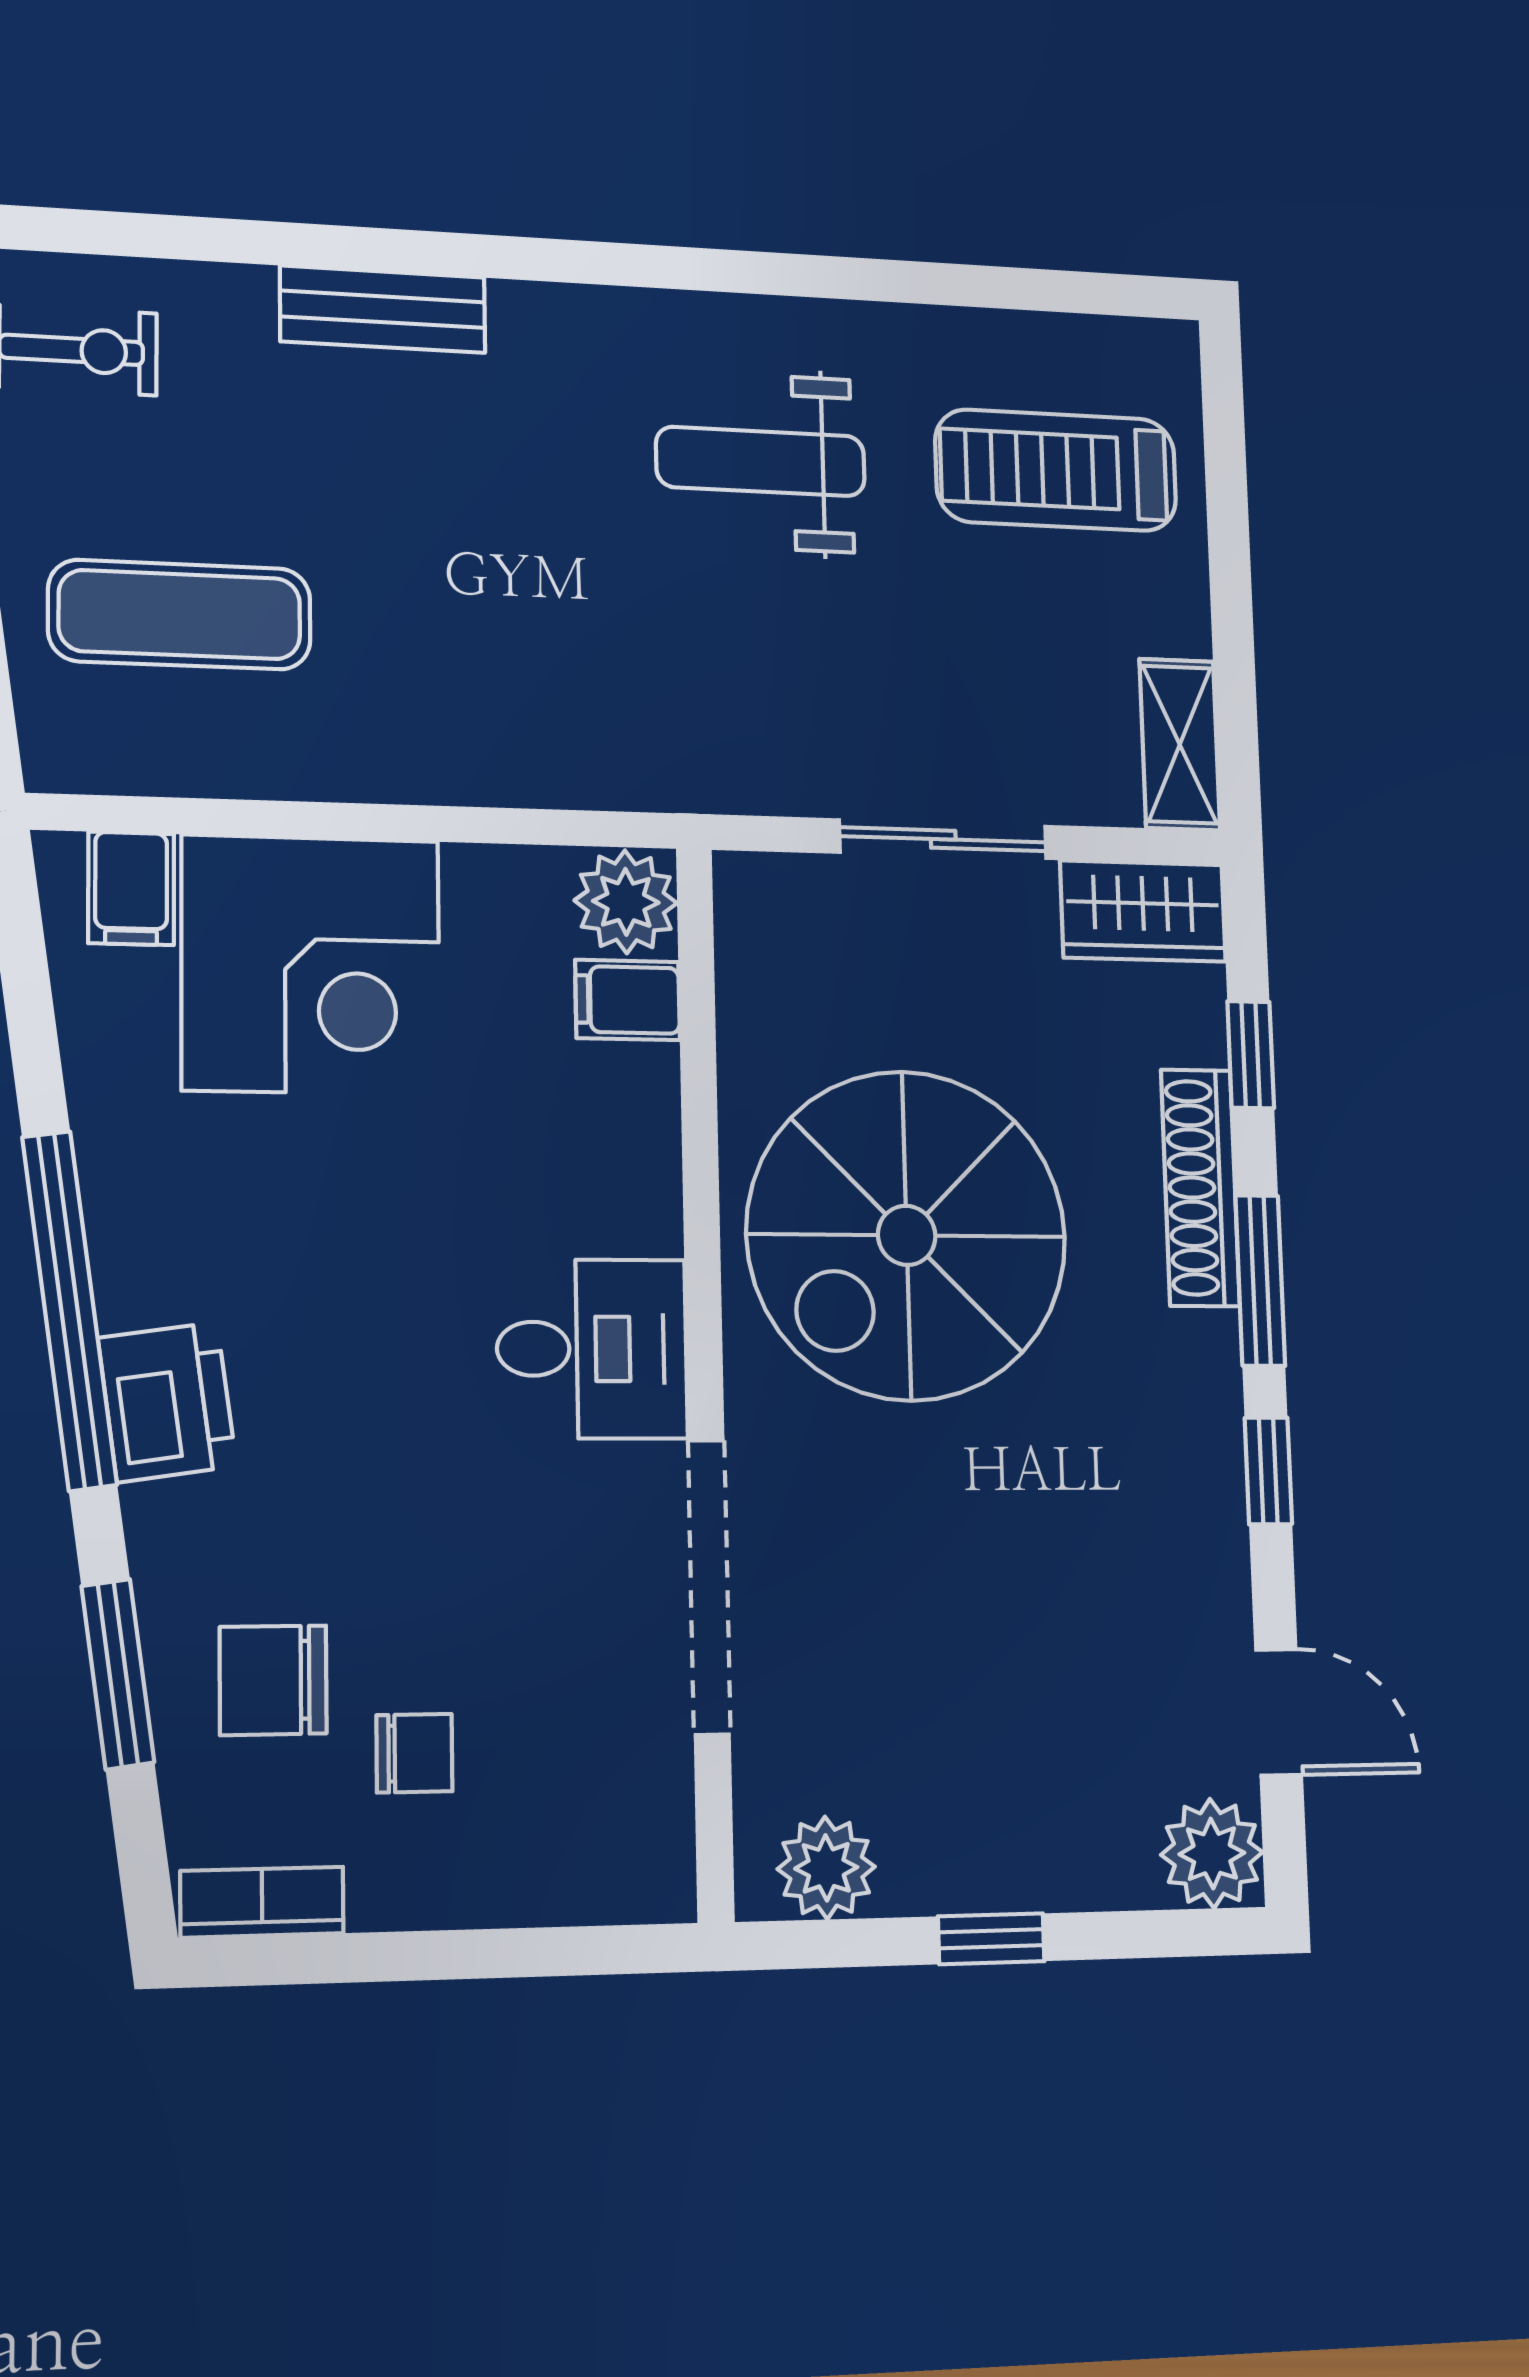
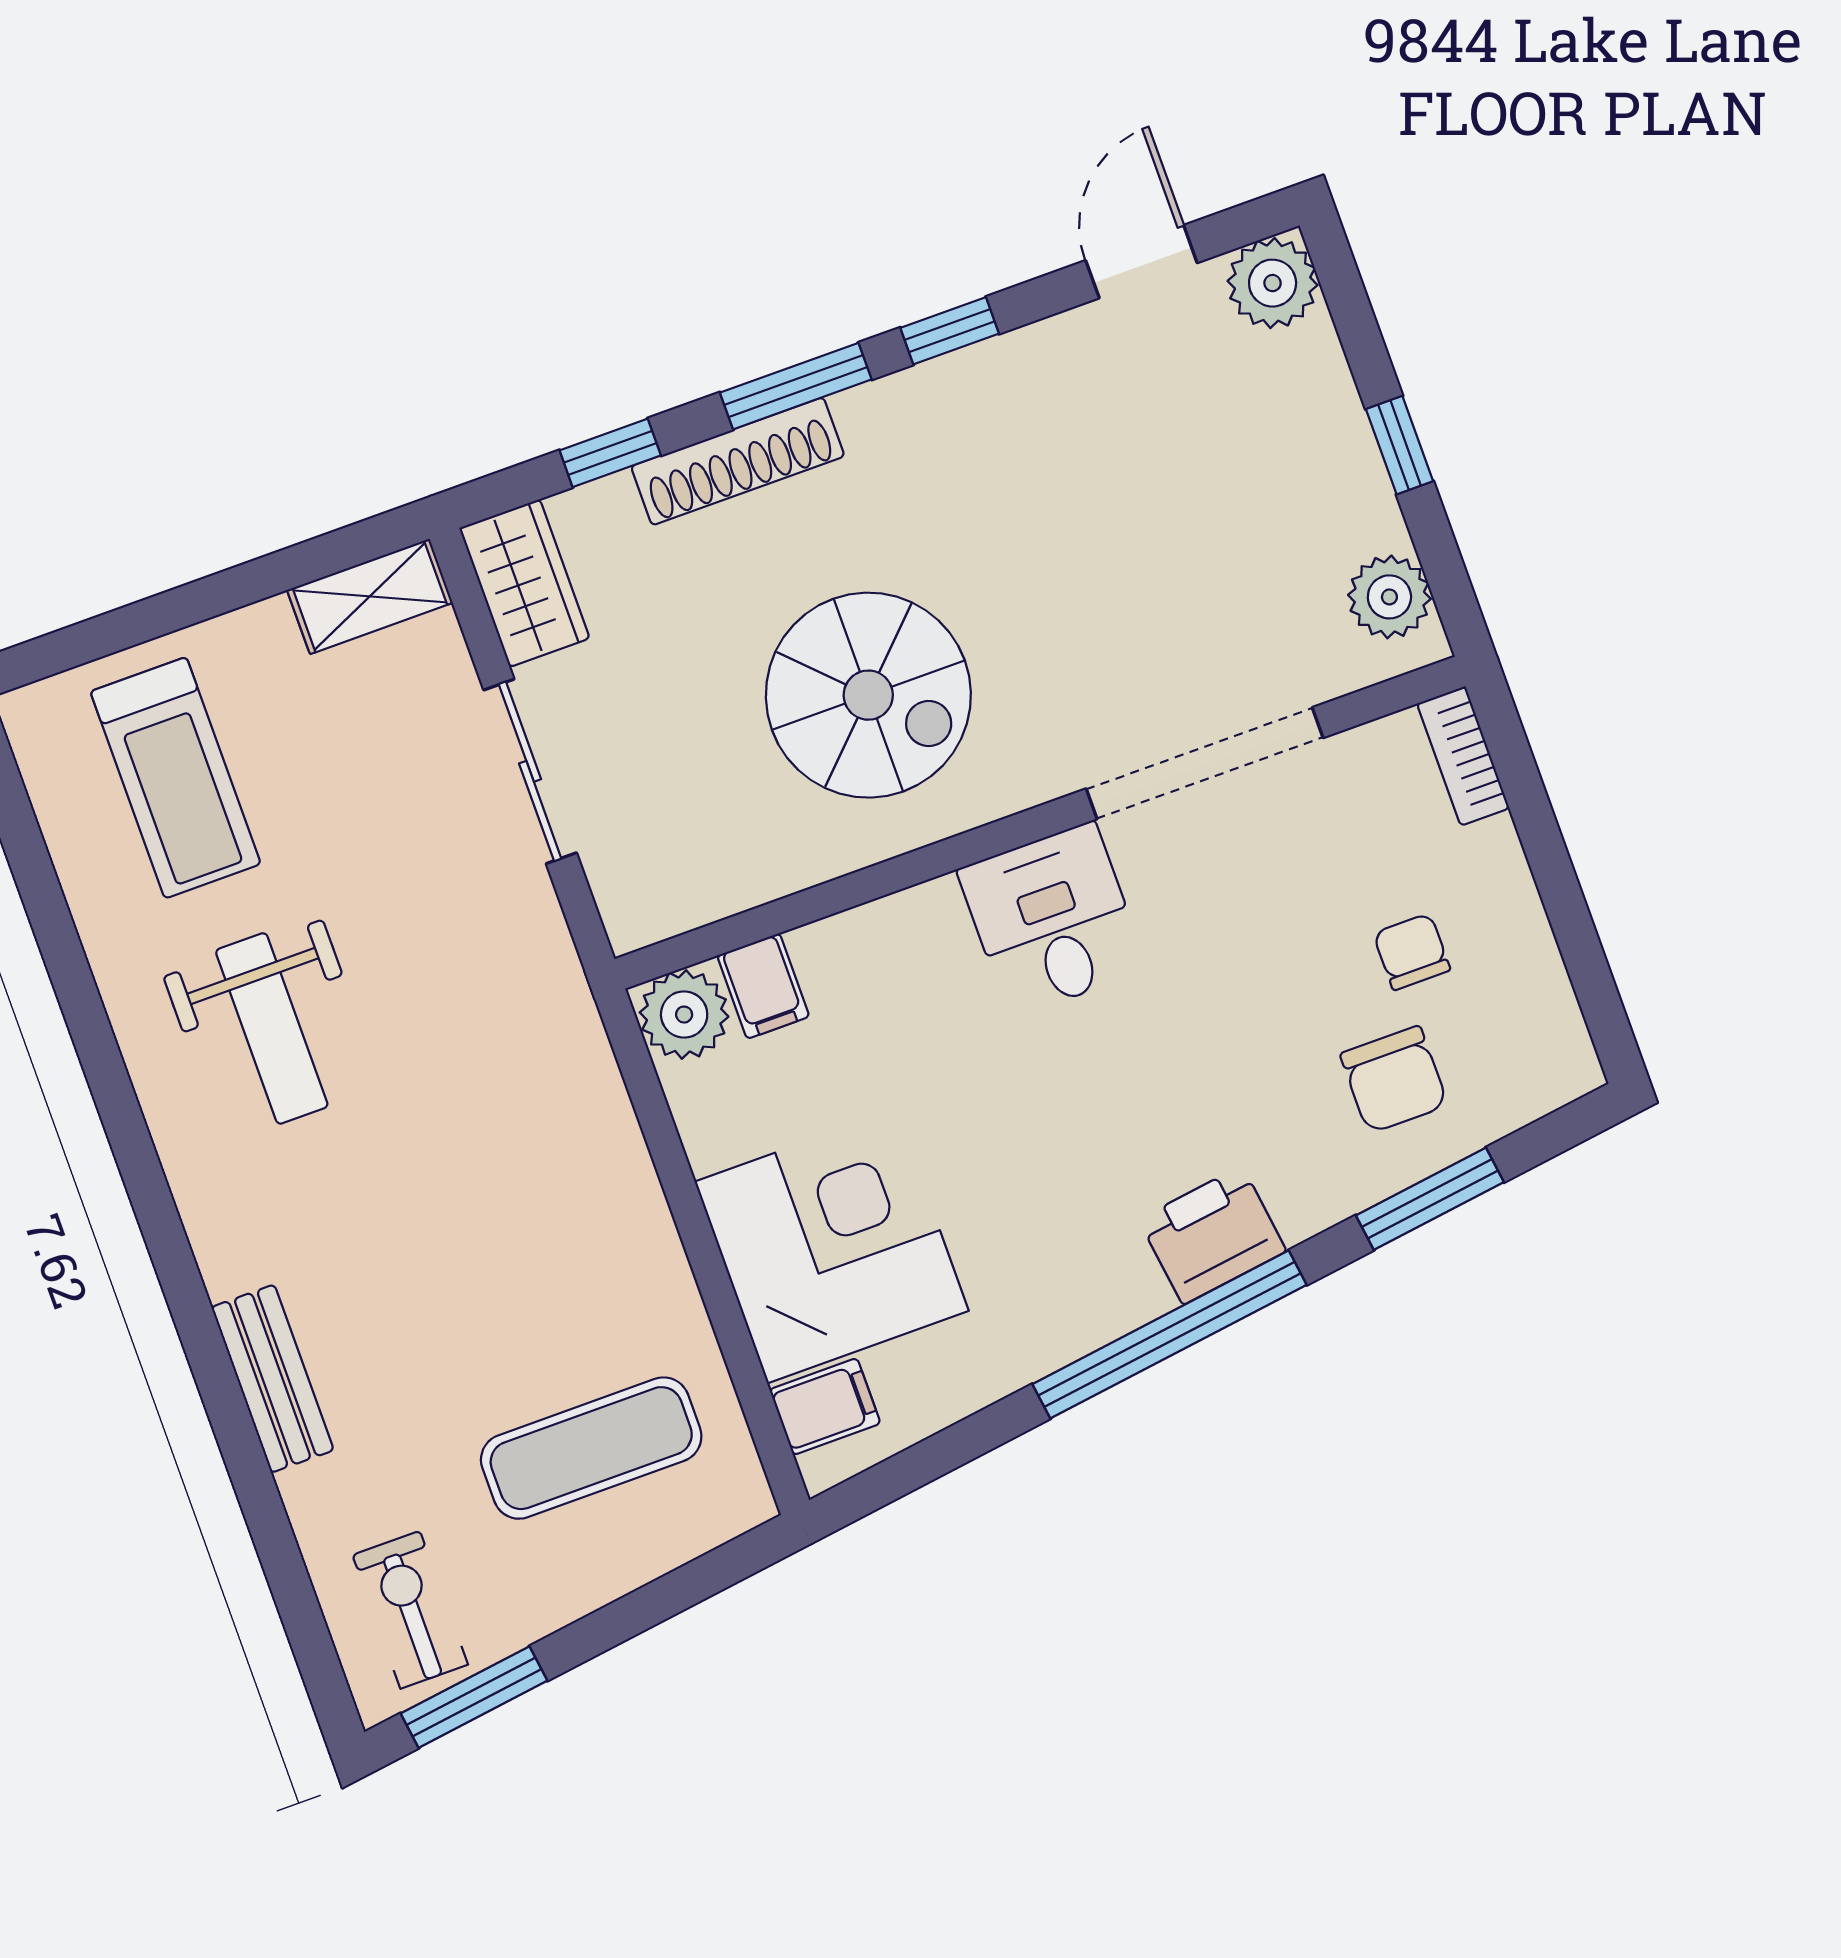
exercise mat: (180, 615) -> (591, 1448), turned 90
spiral stairs: (907, 1235) -> (868, 695), width x0.73, depth x0.73
bookcase: (262, 1902) -> (1463, 756), moved

